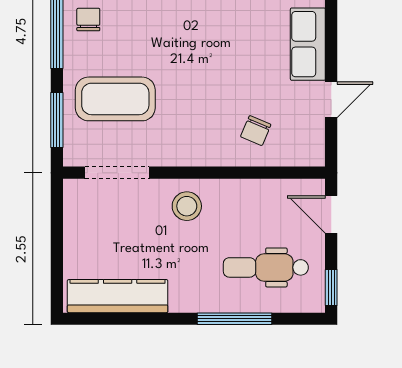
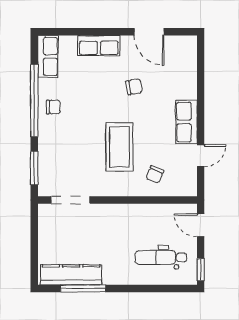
chair: (88, 20) -> (53, 107), turned 90
coffee table: (115, 99) -> (119, 147), moved, turned 90
stool: (187, 206) -> (113, 220), removed
window: (235, 319) -> (83, 288), moved

